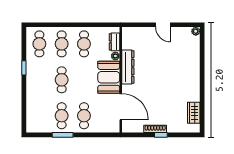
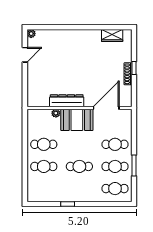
door: (163, 25) -> (25, 55), moved
dresser: (114, 42) -> (42, 114), removed
cafe table: (39, 44) -> (115, 189), moved

